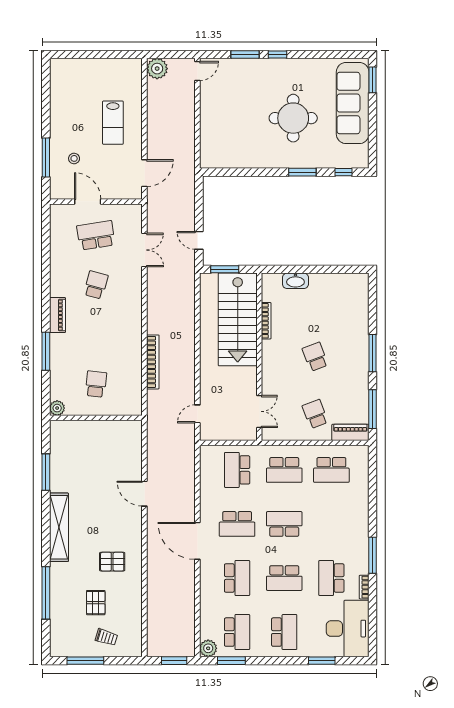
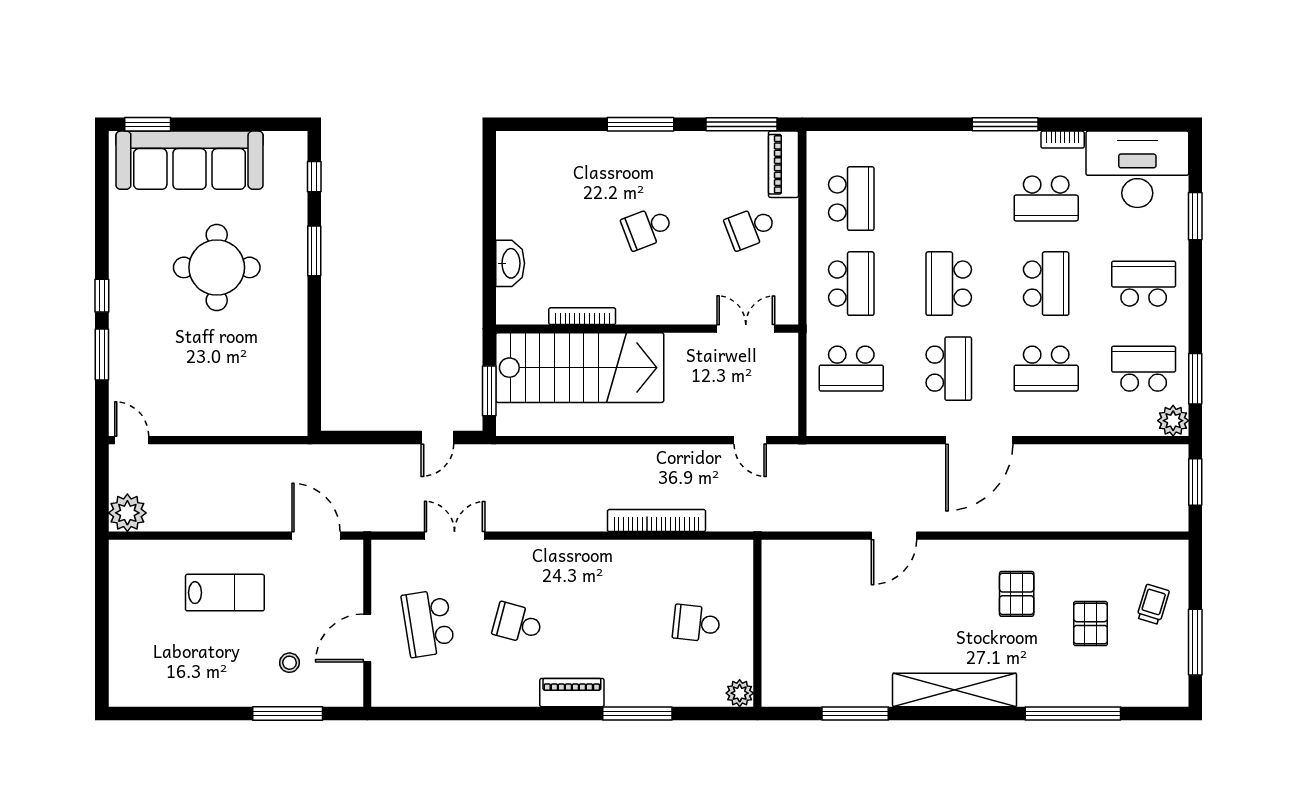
school desk: (237, 578) -> (1046, 369), turned 180
pallet: (96, 603) -> (1091, 624), turned 90

